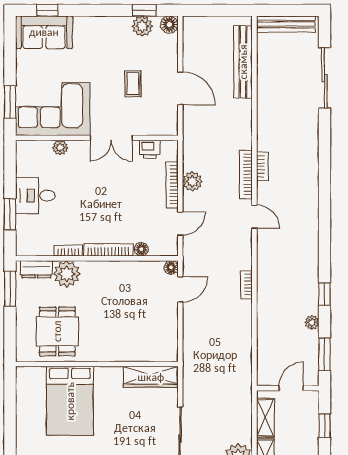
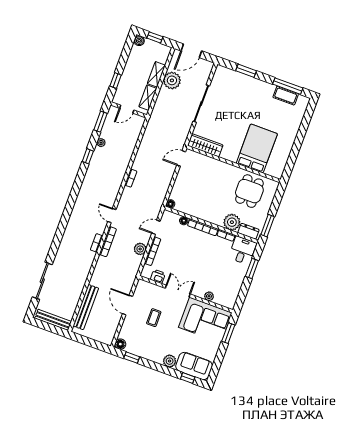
plant: (142, 26) -> (170, 361), moved
desk: (35, 196) -> (243, 250), moved, turned -90
door: (180, 289) -> (181, 158), moved

